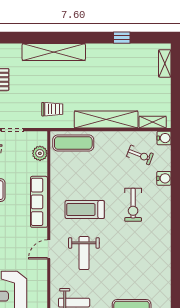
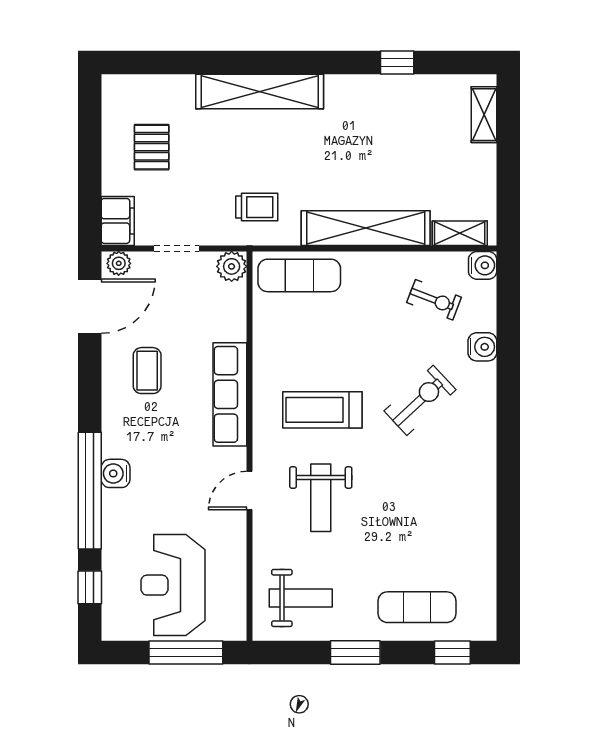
plant: (40, 153) -> (232, 266), moved
exercise bike: (133, 205) -> (420, 400), turned -133

